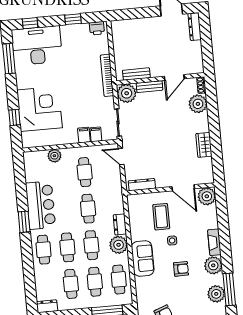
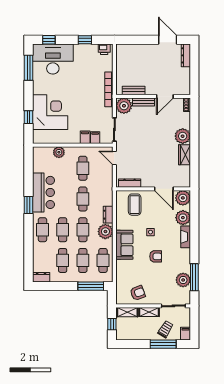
plant: (198, 104) -> (183, 136), moved
coffee table: (161, 217) -> (135, 205), moved
plant: (213, 265) -> (183, 218), moved

